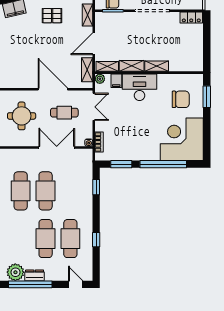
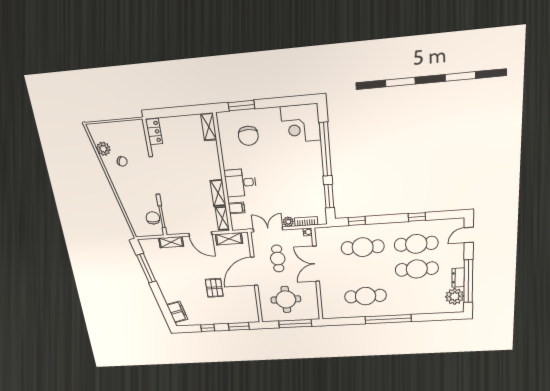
pallet: (52, 16) -> (214, 288), moved
shelving: (157, 66) -> (209, 127), moved
plant: (100, 79) -> (288, 222), moved
desk: (140, 87) -> (240, 183), width x0.73
chair: (181, 99) -> (248, 136), turned 180
corner desk: (182, 139) -> (300, 123), width x0.74, depth x0.74
cafe table: (46, 191) -> (363, 247), moved

